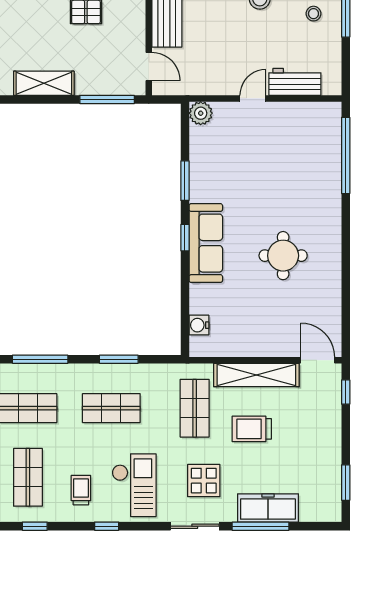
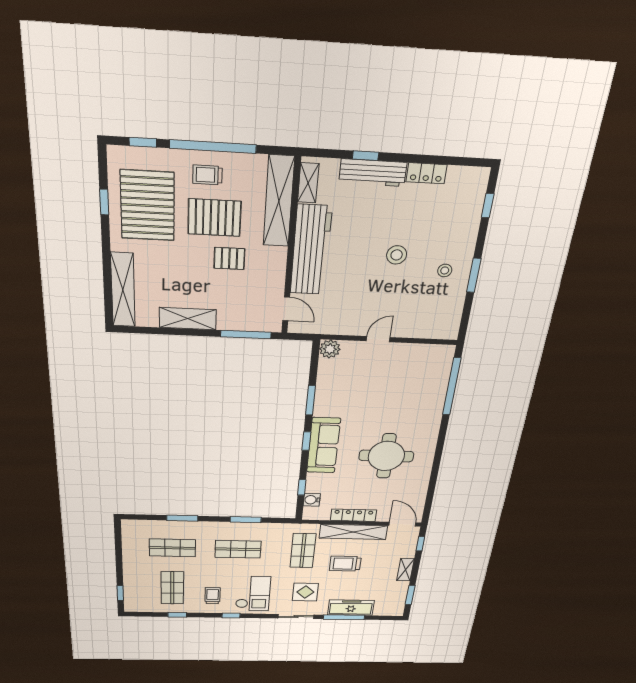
workbench: (295, 82) -> (418, 327), removed
round table: (283, 256) -> (386, 456), width x1.36, depth x1.36
window: (185, 306) -> (302, 487), added
locker: (254, 348) -> (353, 515), added
window: (40, 359) -> (182, 518), width x0.69
shelving: (333, 437) -> (405, 570), added

